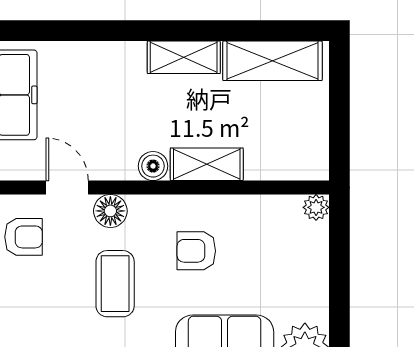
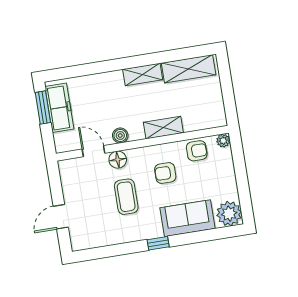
boiler: (153, 166) -> (120, 136), moved
armchair: (24, 237) -> (197, 151), moved

